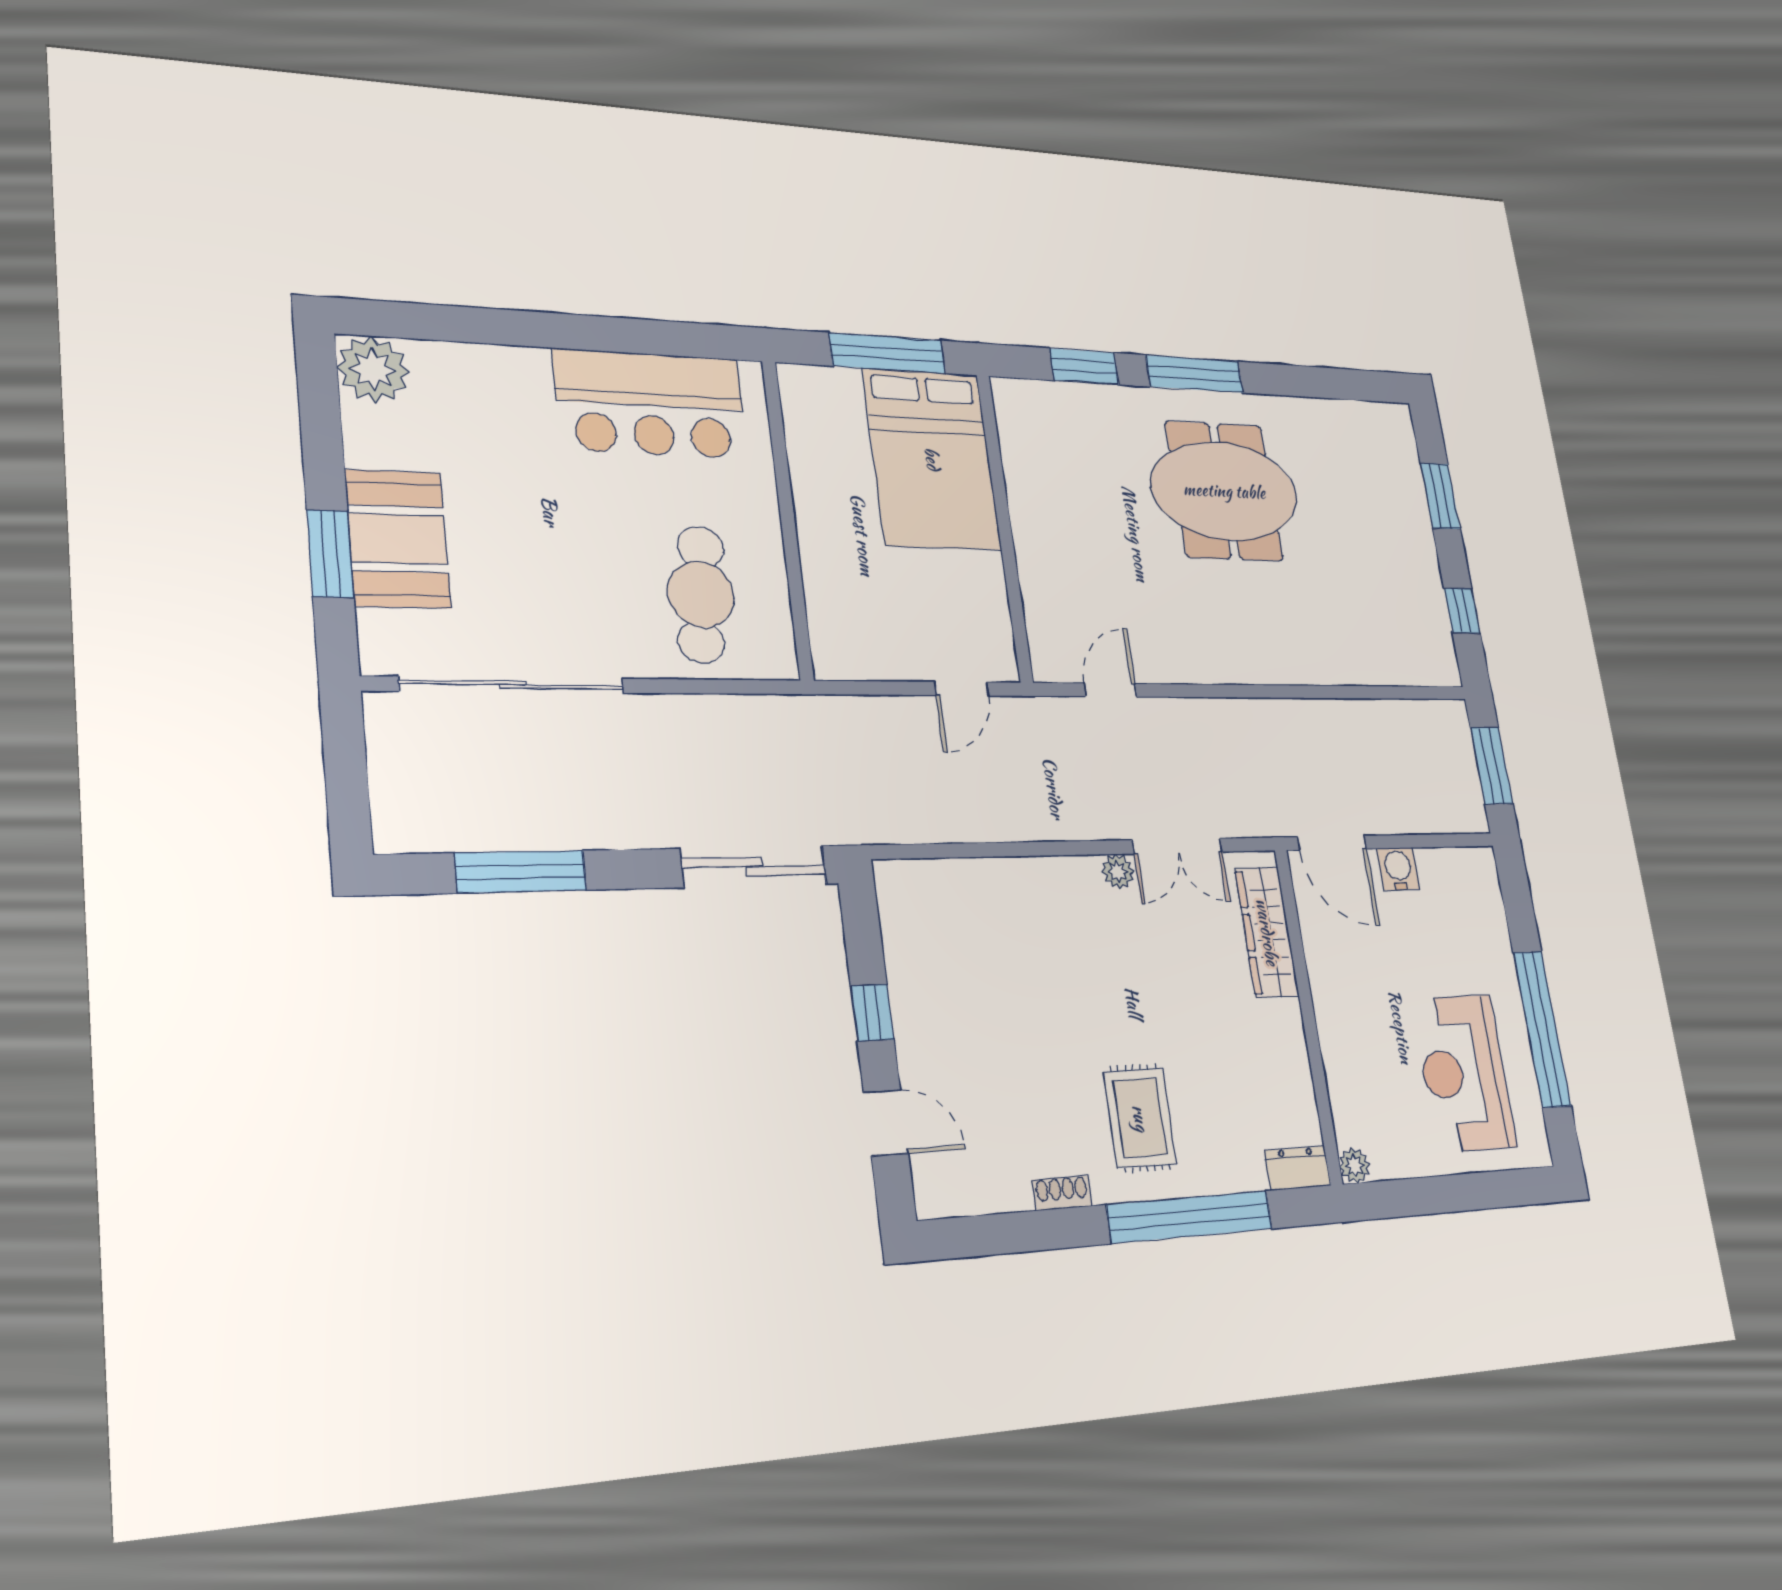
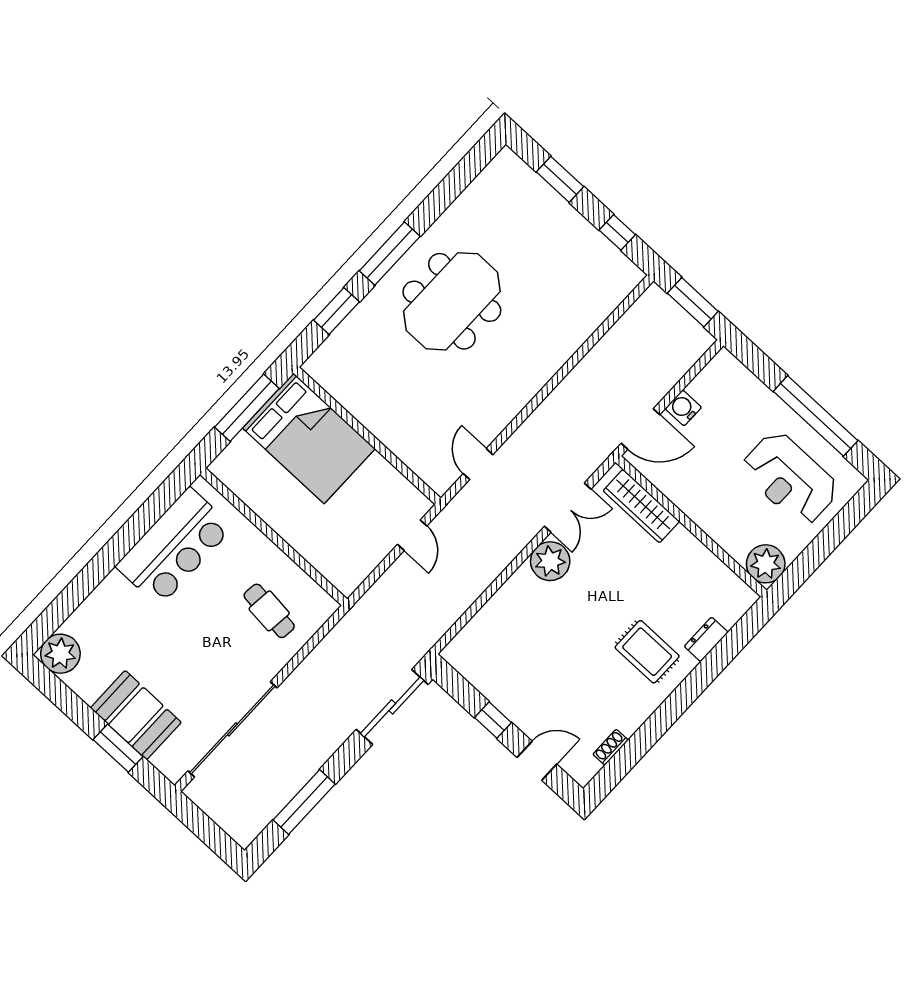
cafe table: (701, 594) -> (269, 611), width x0.73, depth x0.74
plant: (1118, 871) -> (550, 561), width x1.87, depth x1.87
plant: (1354, 1166) -> (766, 564), width x1.88, depth x1.88
dresser: (1298, 1168) -> (706, 639), moved
shoe rack: (1062, 1193) -> (611, 747), moved
window: (1190, 1217) -> (704, 674), removed

